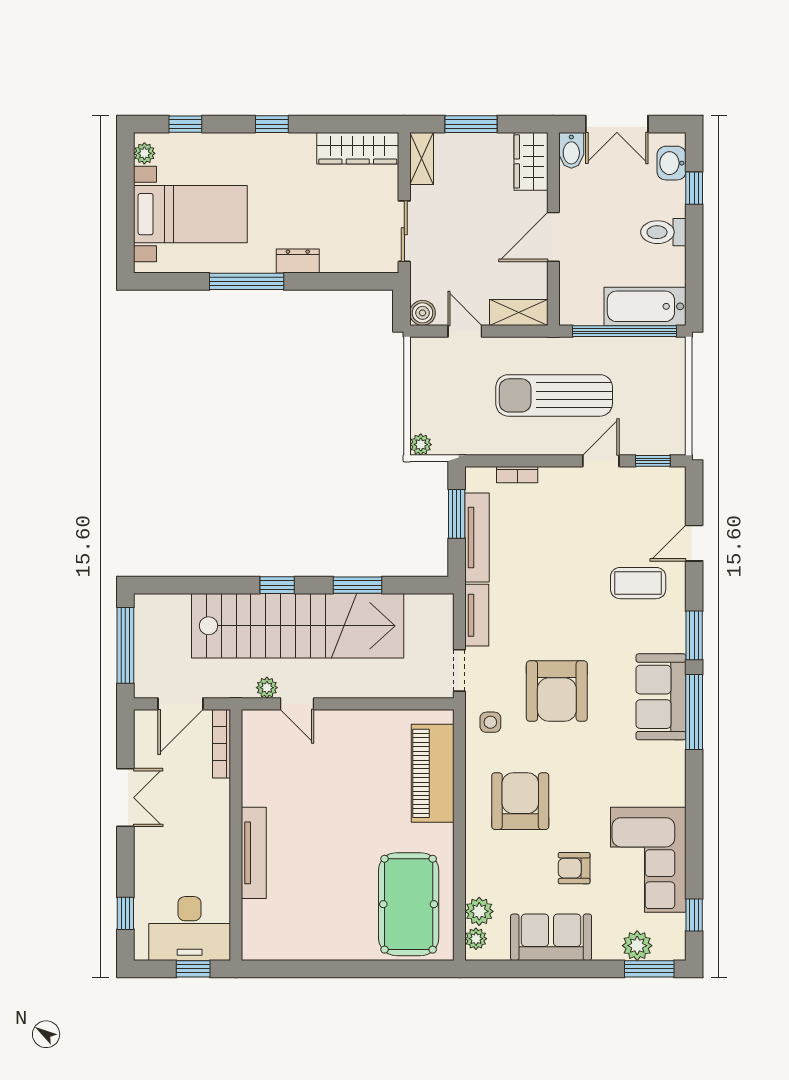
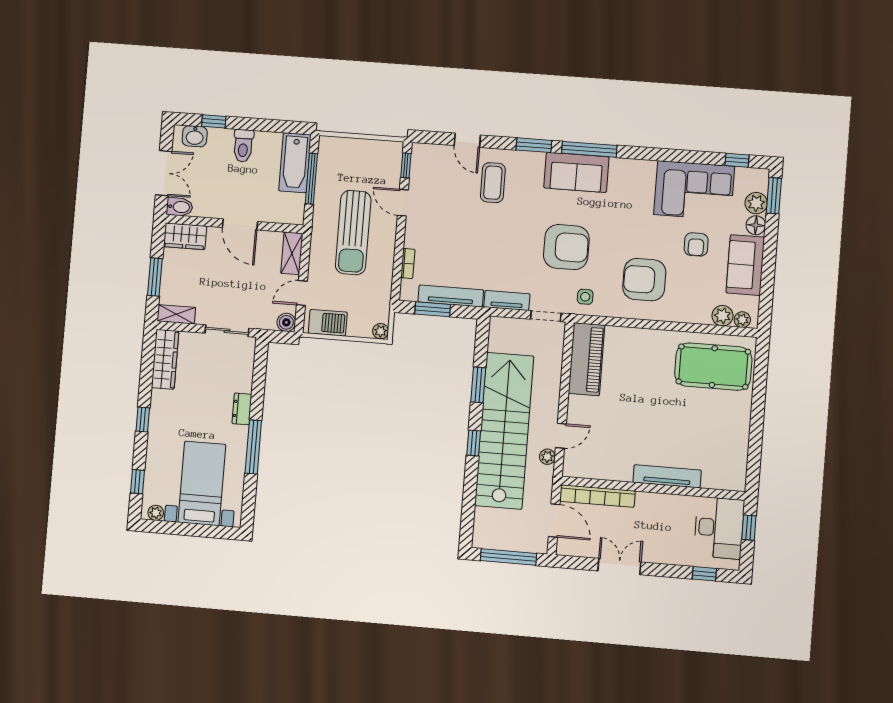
window: (625, 331) -> (311, 179), width x0.68
barbecue: (427, 370) -> (328, 323), added
bookcase: (222, 744) -> (597, 496), width x1.48, depth x1.31
piano: (433, 773) -> (586, 359), moved, turned -90
floor lamp: (607, 947) -> (756, 225), added

